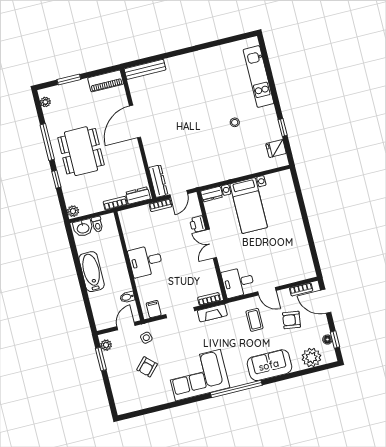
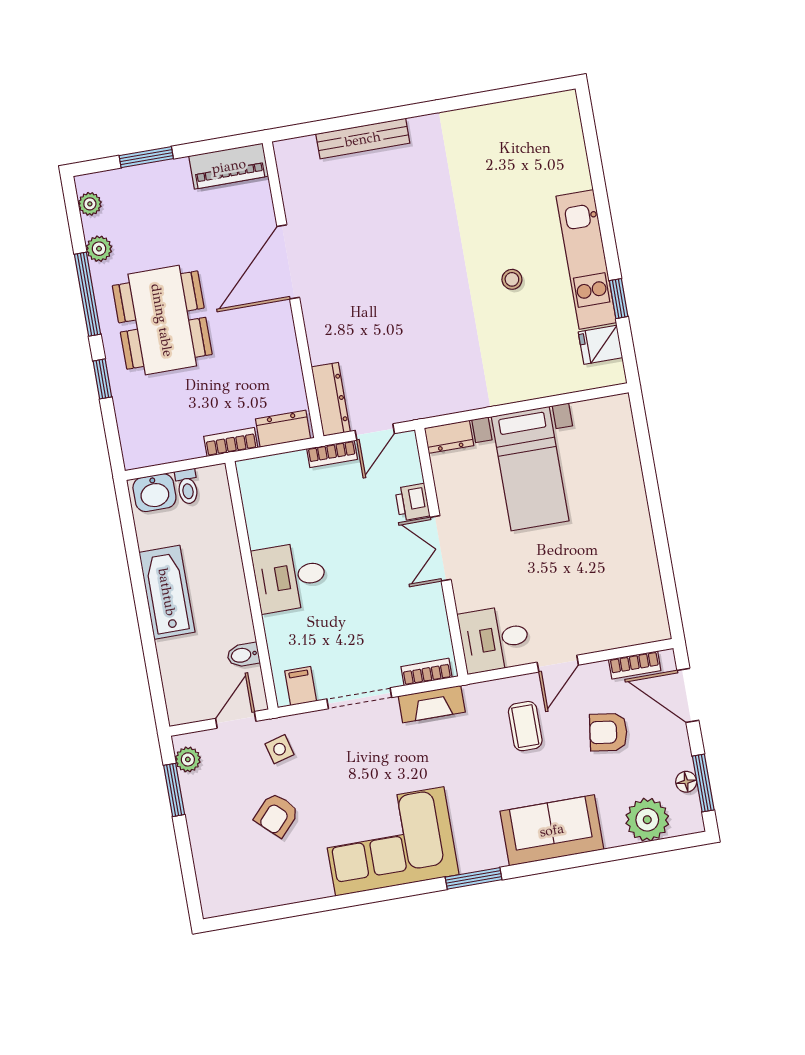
bench: (145, 69) -> (363, 139), moved
kitchen unit: (258, 77) -> (586, 259), moved
plant: (73, 211) -> (99, 249), moved
door: (267, 291) -> (558, 664), hinge flipped
window: (335, 340) -> (703, 783), width x1.50
window: (236, 389) -> (474, 878), width x0.47

